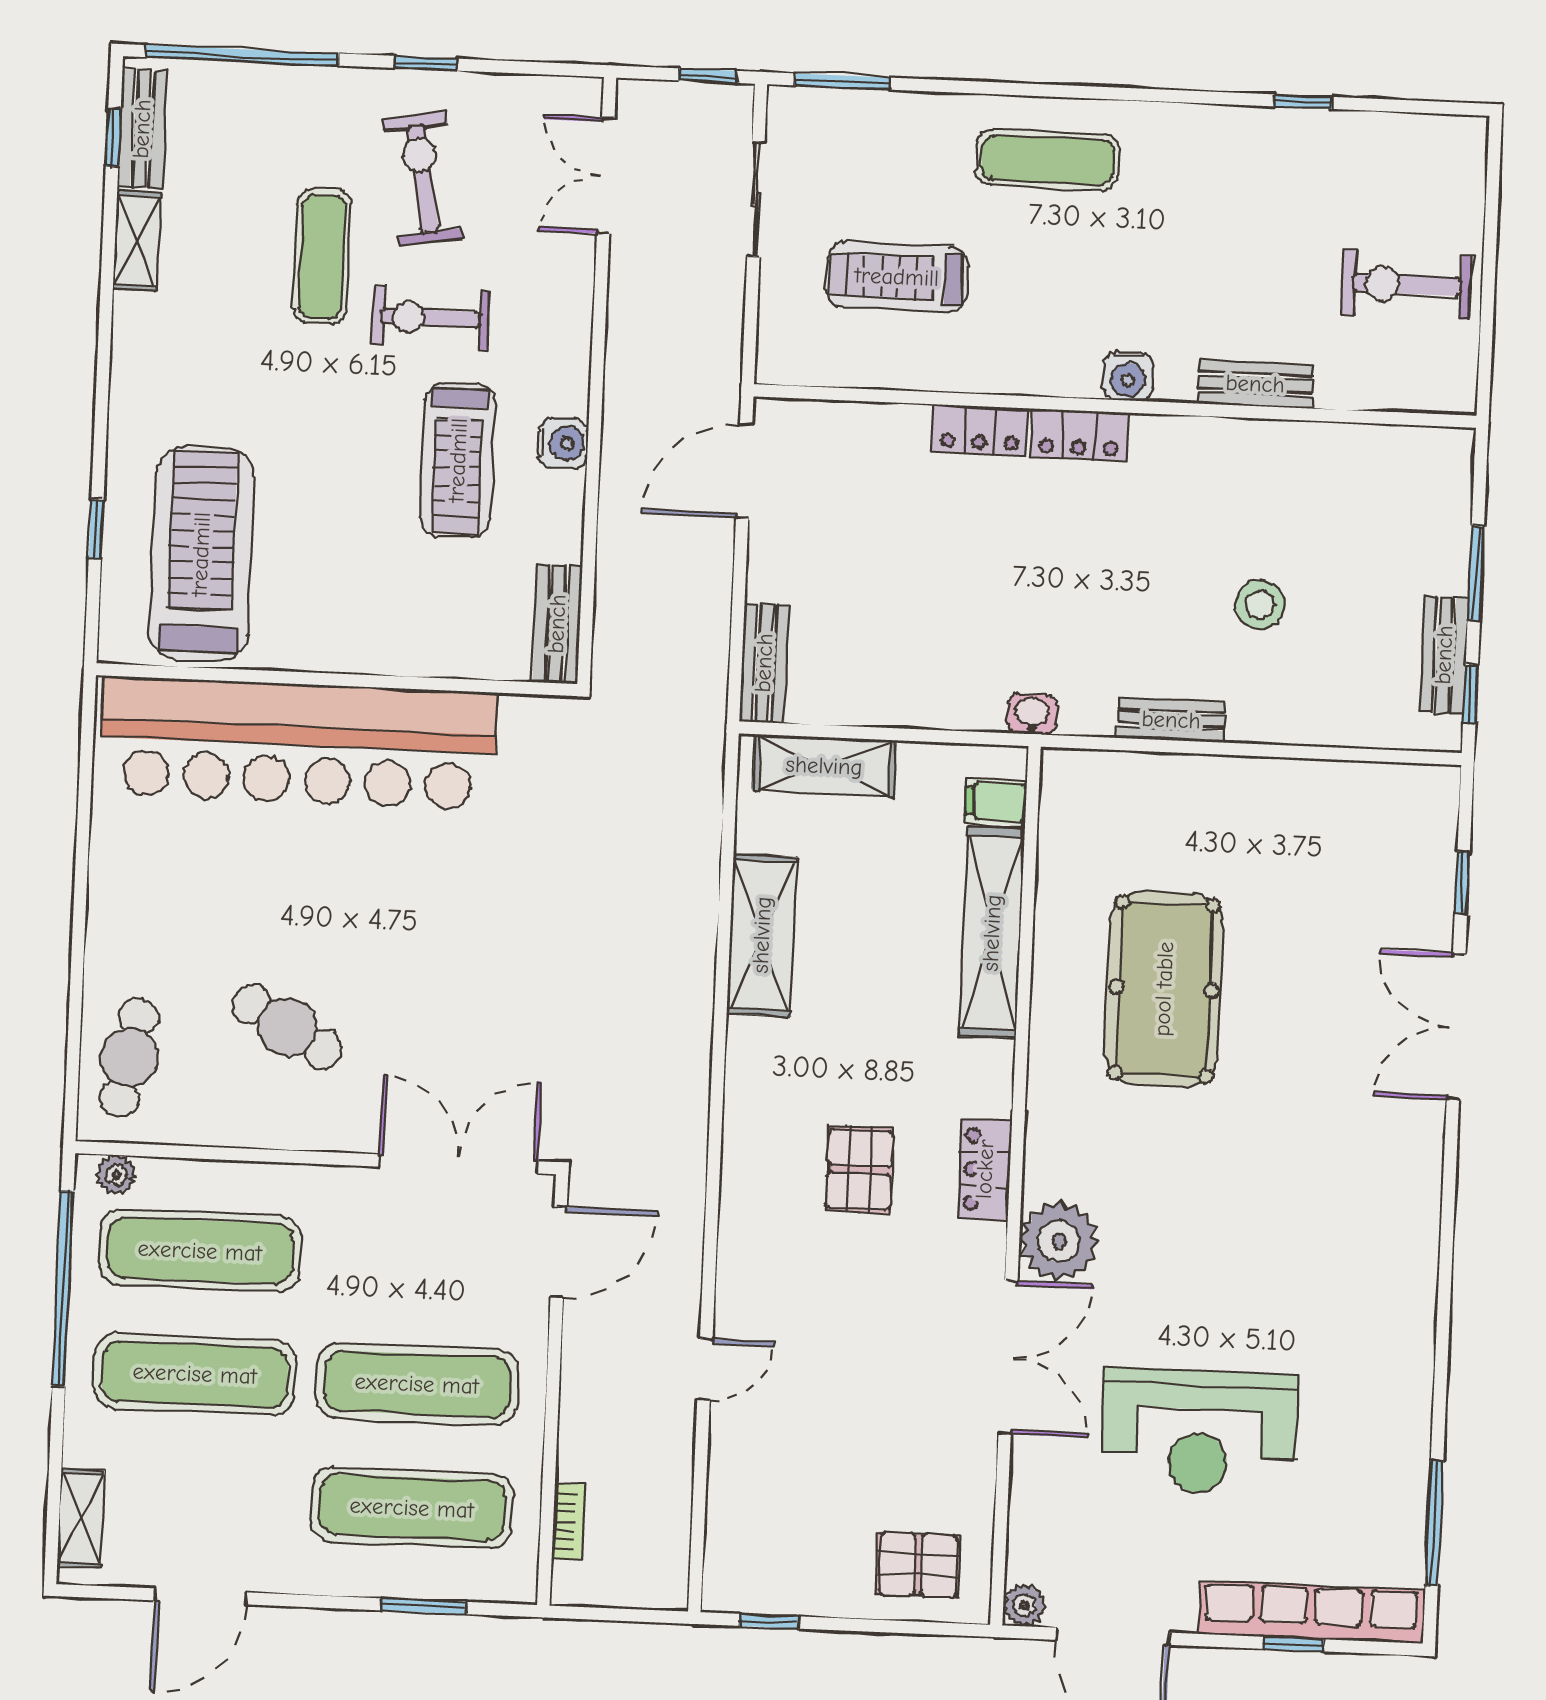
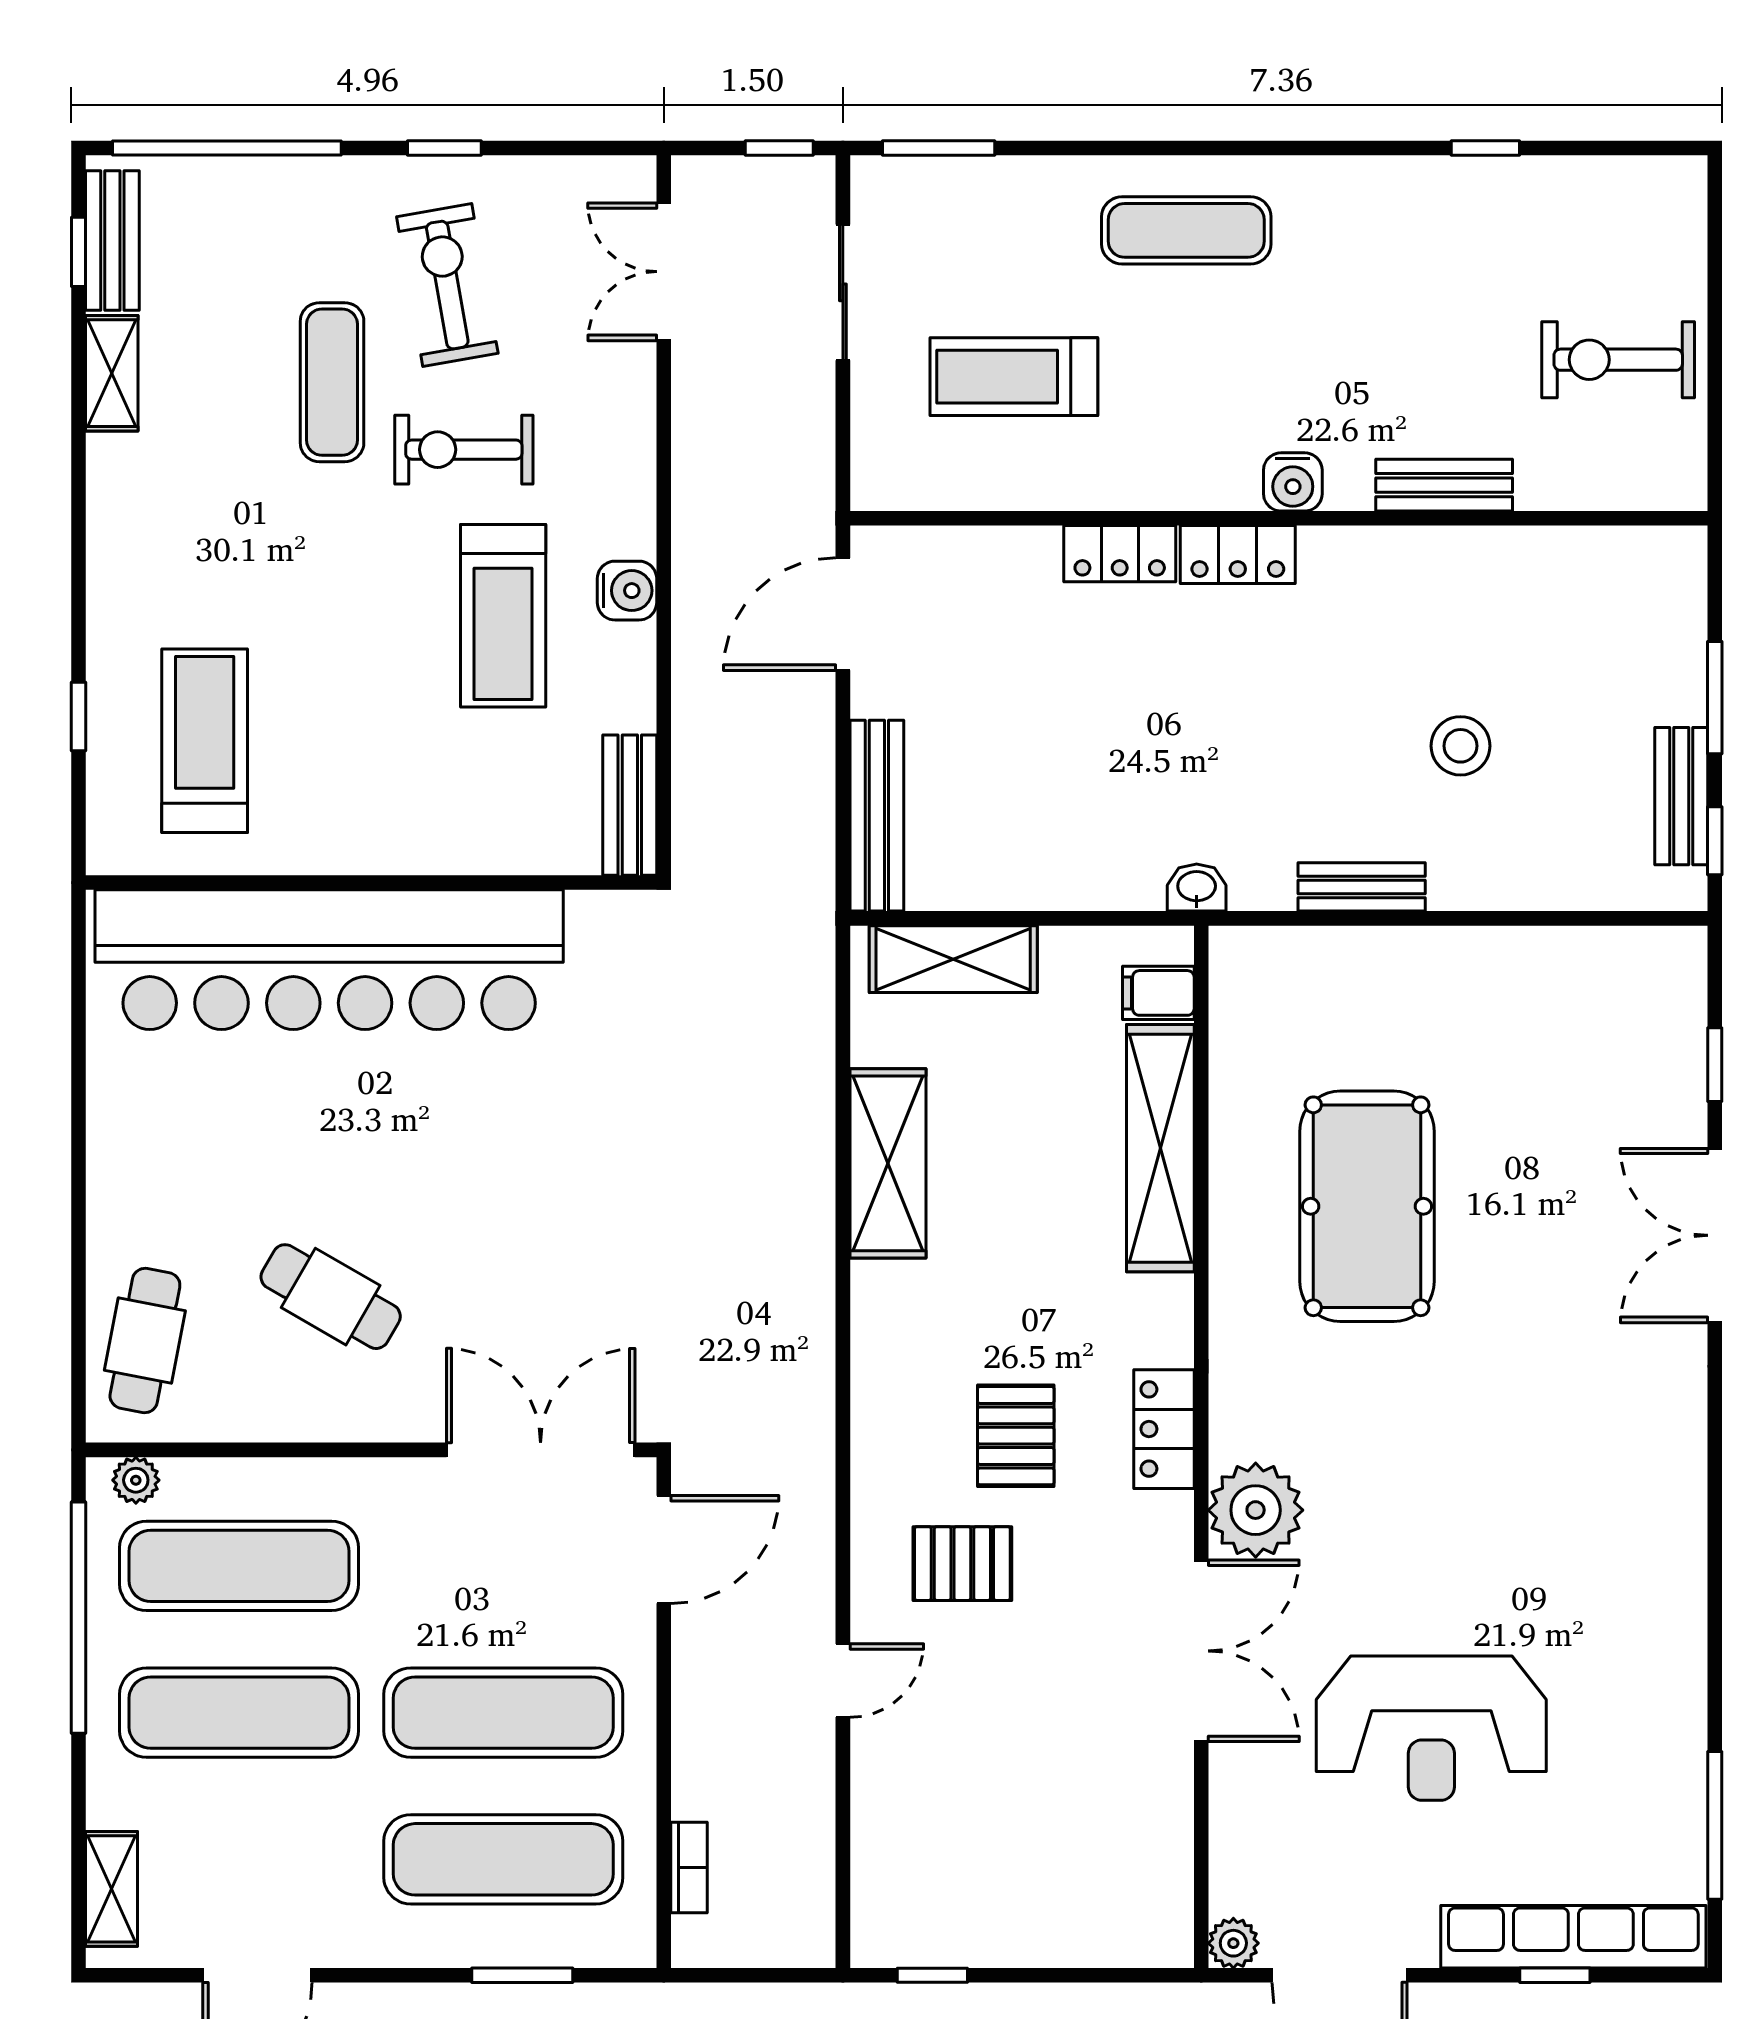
treadmill: (201, 554) -> (205, 741), width x0.73, depth x0.73
bench: (764, 663) -> (877, 816), width x1.36
pallet: (918, 1565) -> (962, 1564), moved

